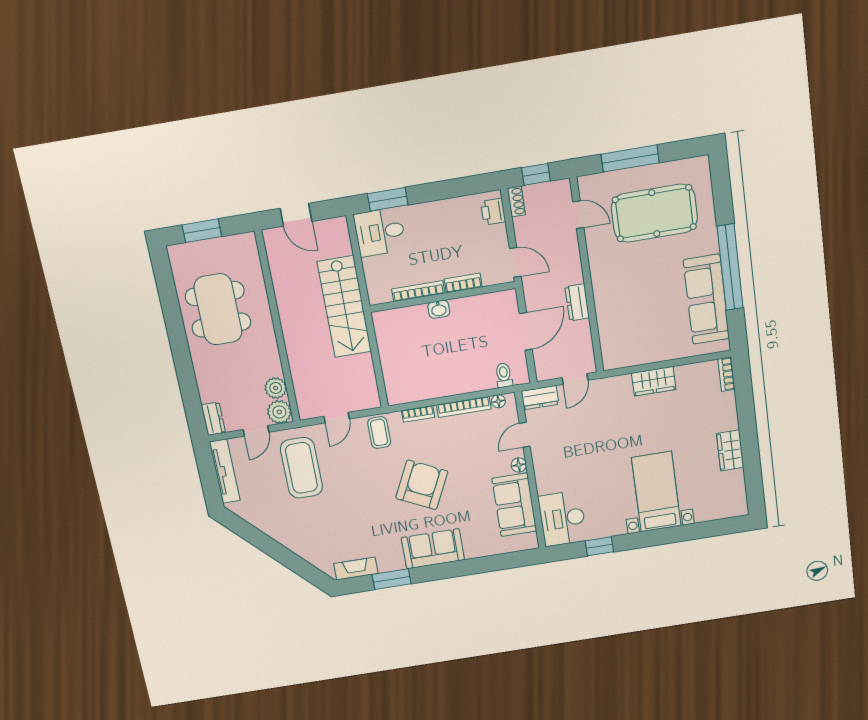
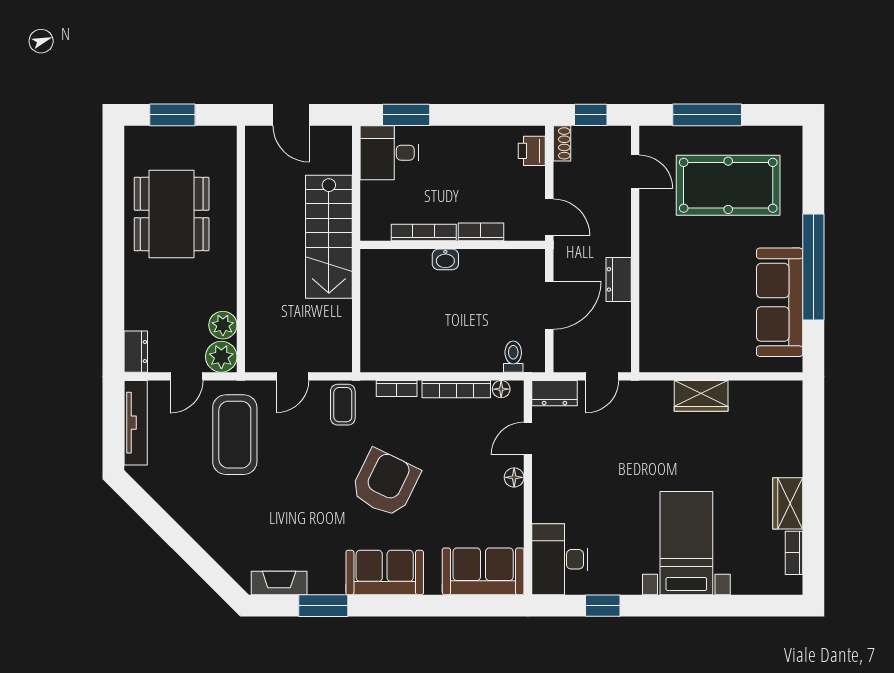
bookcase: (726, 374) -> (794, 553), moved
sofa: (514, 505) -> (483, 571), moved, turned 90

